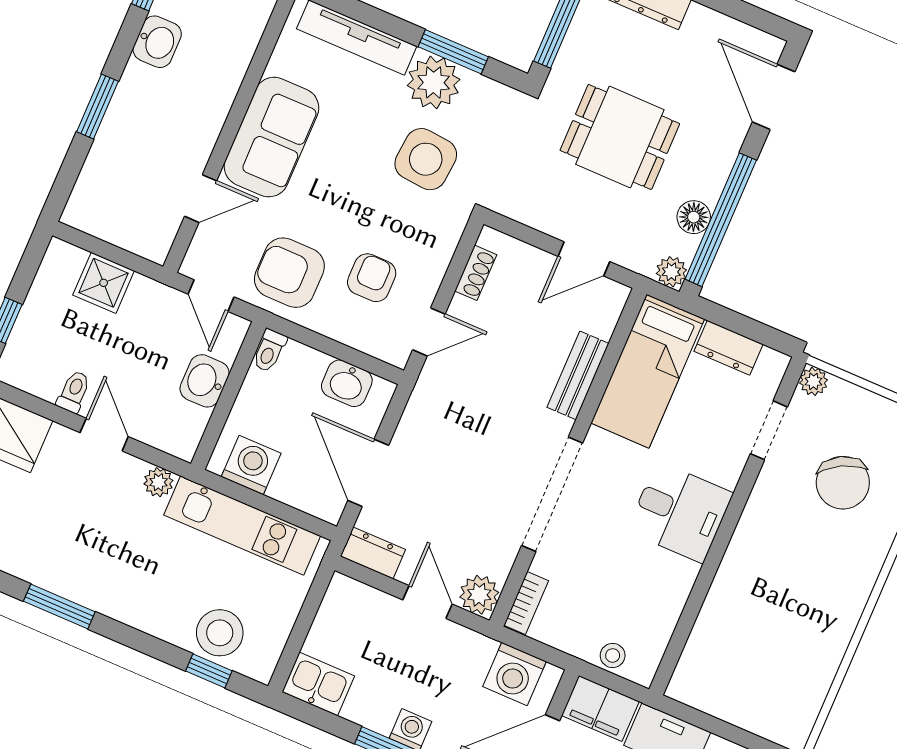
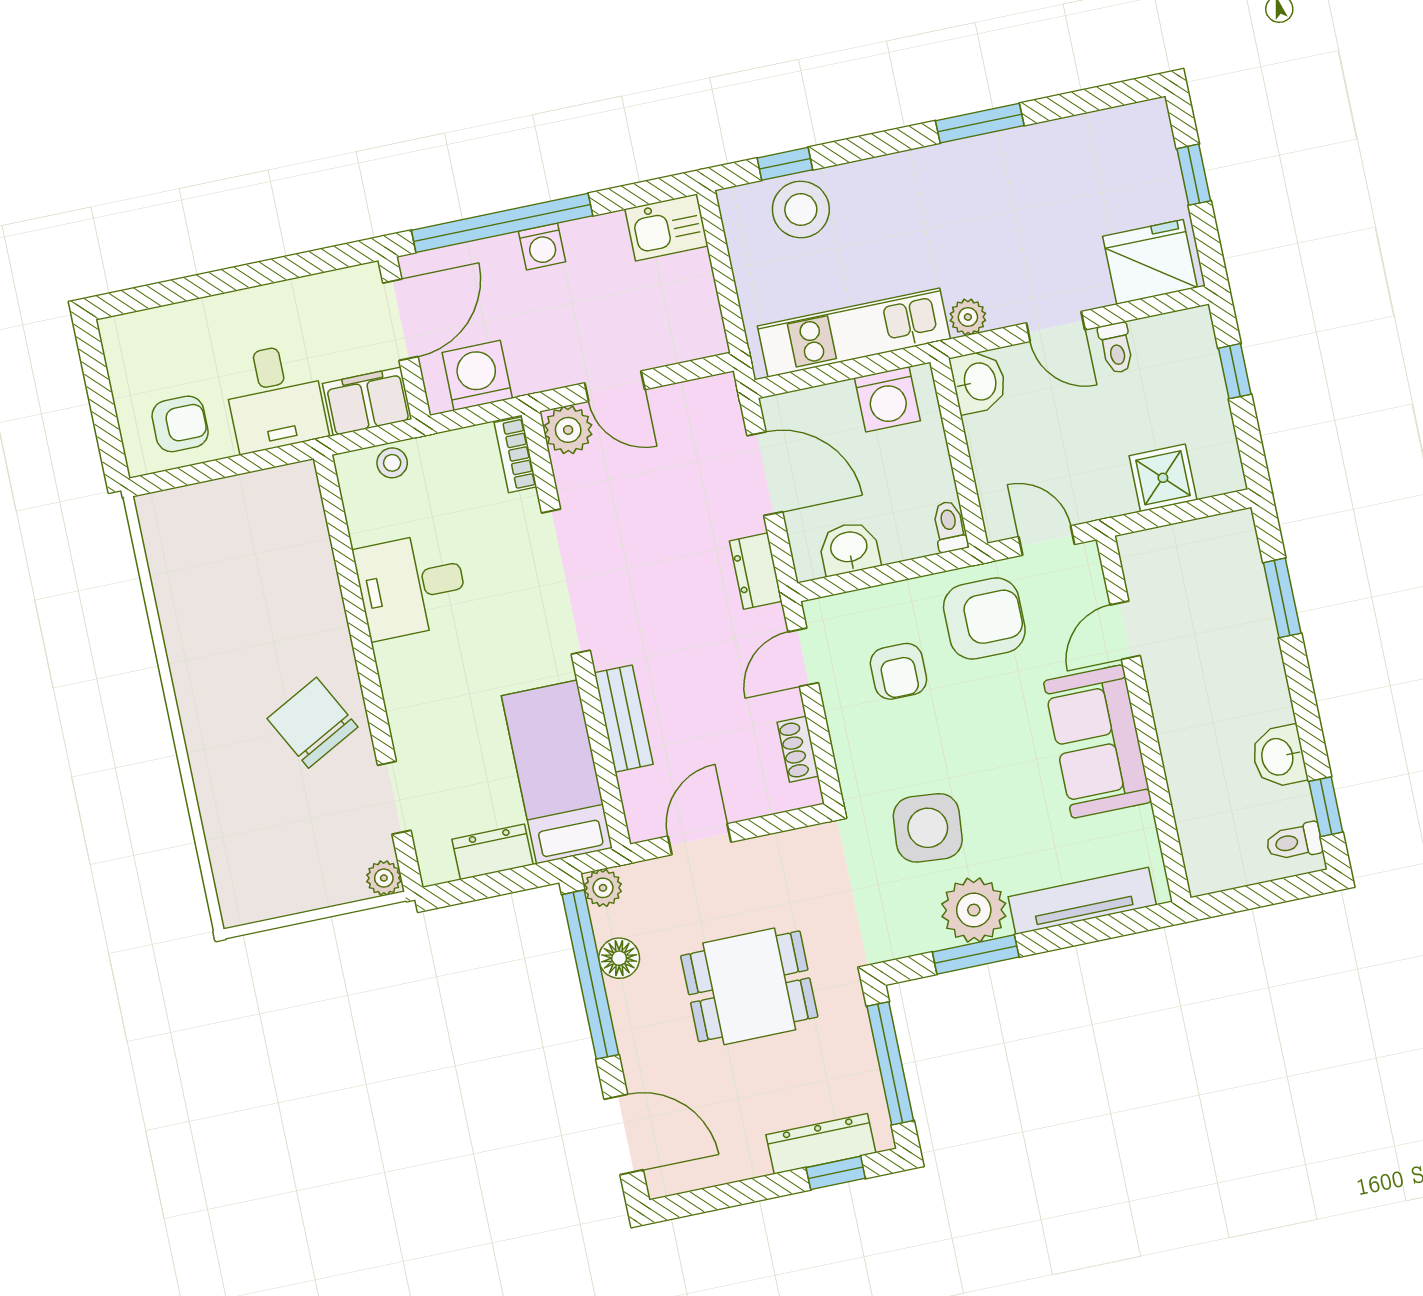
window: (97, 107) -> (1282, 598), moved
washbasin: (205, 381) -> (979, 382), moved
chair: (843, 483) -> (313, 723), moved
desk: (680, 512) -> (411, 586), moved
dresser: (373, 553) -> (756, 571), moved, turned 90

